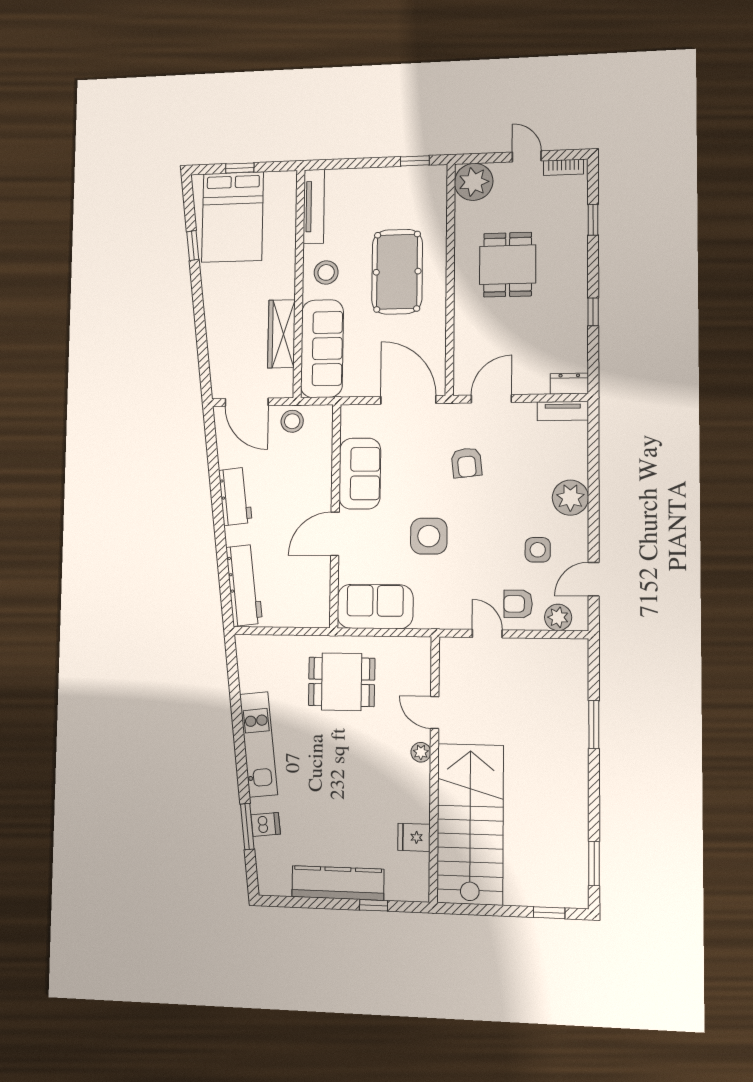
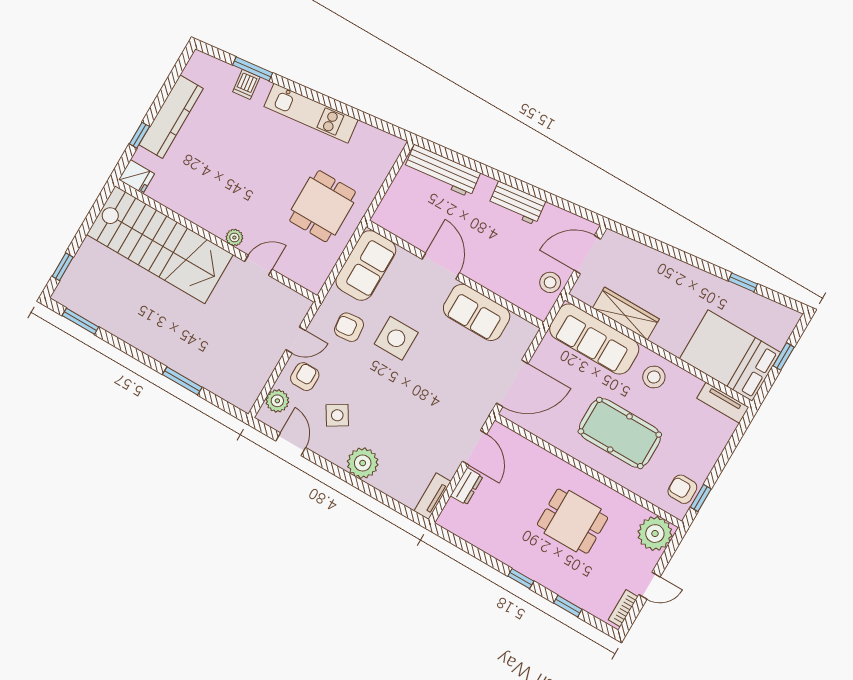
armchair: (417, 183) -> (682, 489), added
tv unit: (314, 206) -> (723, 403), width x0.71
bed: (233, 217) -> (730, 356), moved
window: (593, 312) -> (521, 579), moved
dresser: (569, 384) -> (467, 486), moved
armchair: (467, 463) -> (349, 327), moved
side table: (538, 550) -> (337, 415), turned -32
fridge: (414, 837) -> (137, 177), moved, turned 90

